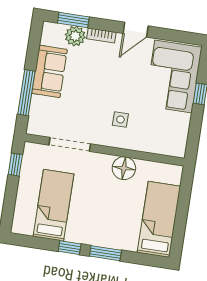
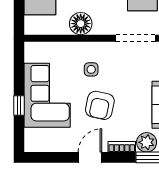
corner sofa: (173, 77) -> (47, 95), moved
armchair: (117, 81) -> (100, 105), added

